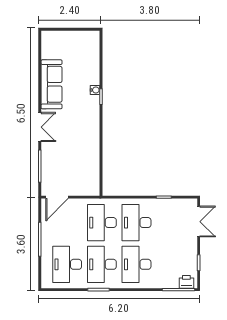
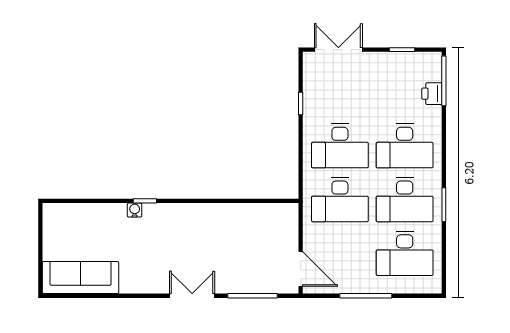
sofa: (52, 84) -> (80, 278), moved
printer: (186, 282) -> (432, 94), moved

